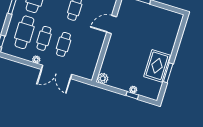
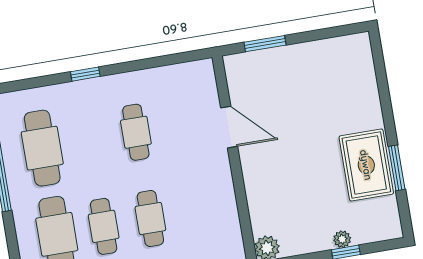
door: (112, 25) -> (229, 127), swing flipped

